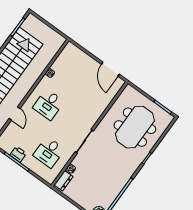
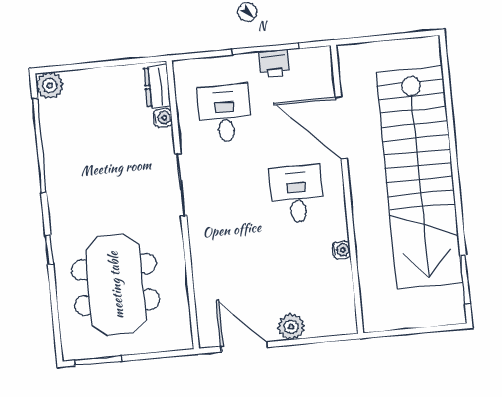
plant: (89, 62) -> (291, 327), added
door: (15, 113) -> (341, 128), width x1.88

